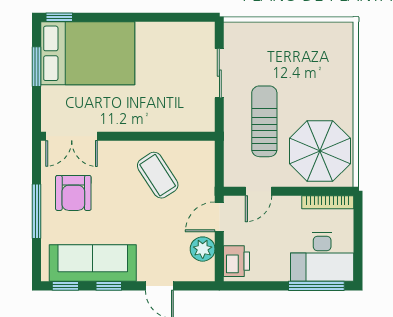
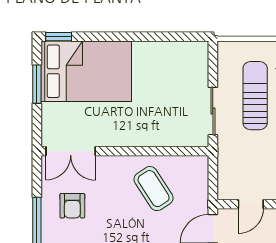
sliding door: (219, 73) -> (213, 111), moved
sun lounger: (264, 121) -> (255, 96), moved
armchair: (73, 193) -> (72, 206), width x0.72, depth x0.72

